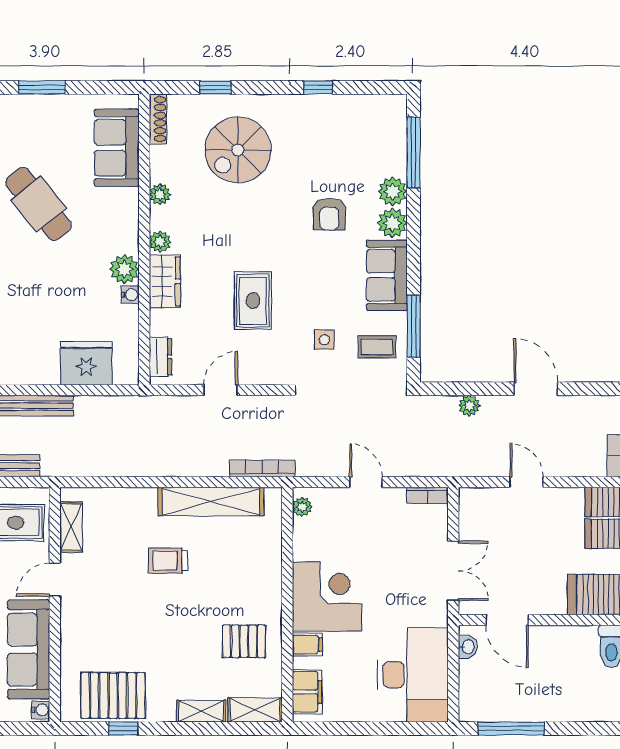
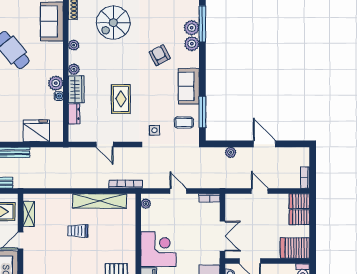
armchair: (329, 214) -> (160, 55), turned 152
plant: (392, 223) -> (192, 28), moved
side table: (324, 340) -> (154, 130), moved
dresser: (160, 357) -> (74, 114), moved
door: (221, 390) -> (105, 144), swing flipped

